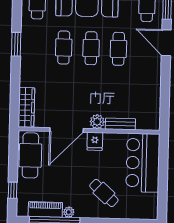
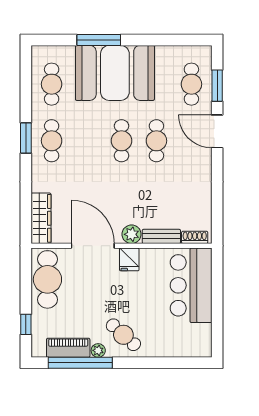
cafe table: (64, 48) -> (52, 141), moved
shoe rack: (147, 125) -> (195, 237), added
door: (67, 130) -> (93, 246), swing flipped
cafe table: (104, 193) -> (123, 335), moved

